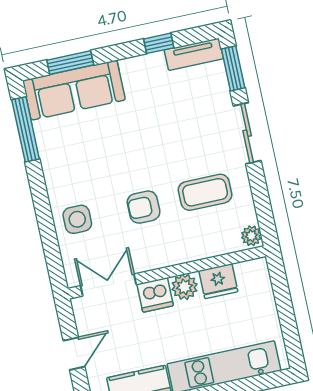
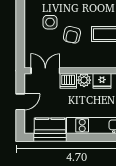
armchair: (144, 207) -> (72, 35), turned -78
side table: (77, 219) -> (50, 22), moved

